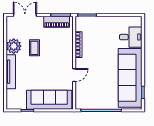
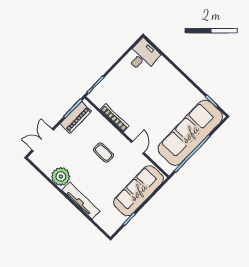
desk: (131, 37) -> (143, 56), moved
coffee table: (34, 48) -> (103, 153), moved
sofa: (130, 78) -> (190, 133), moved, turned 90

